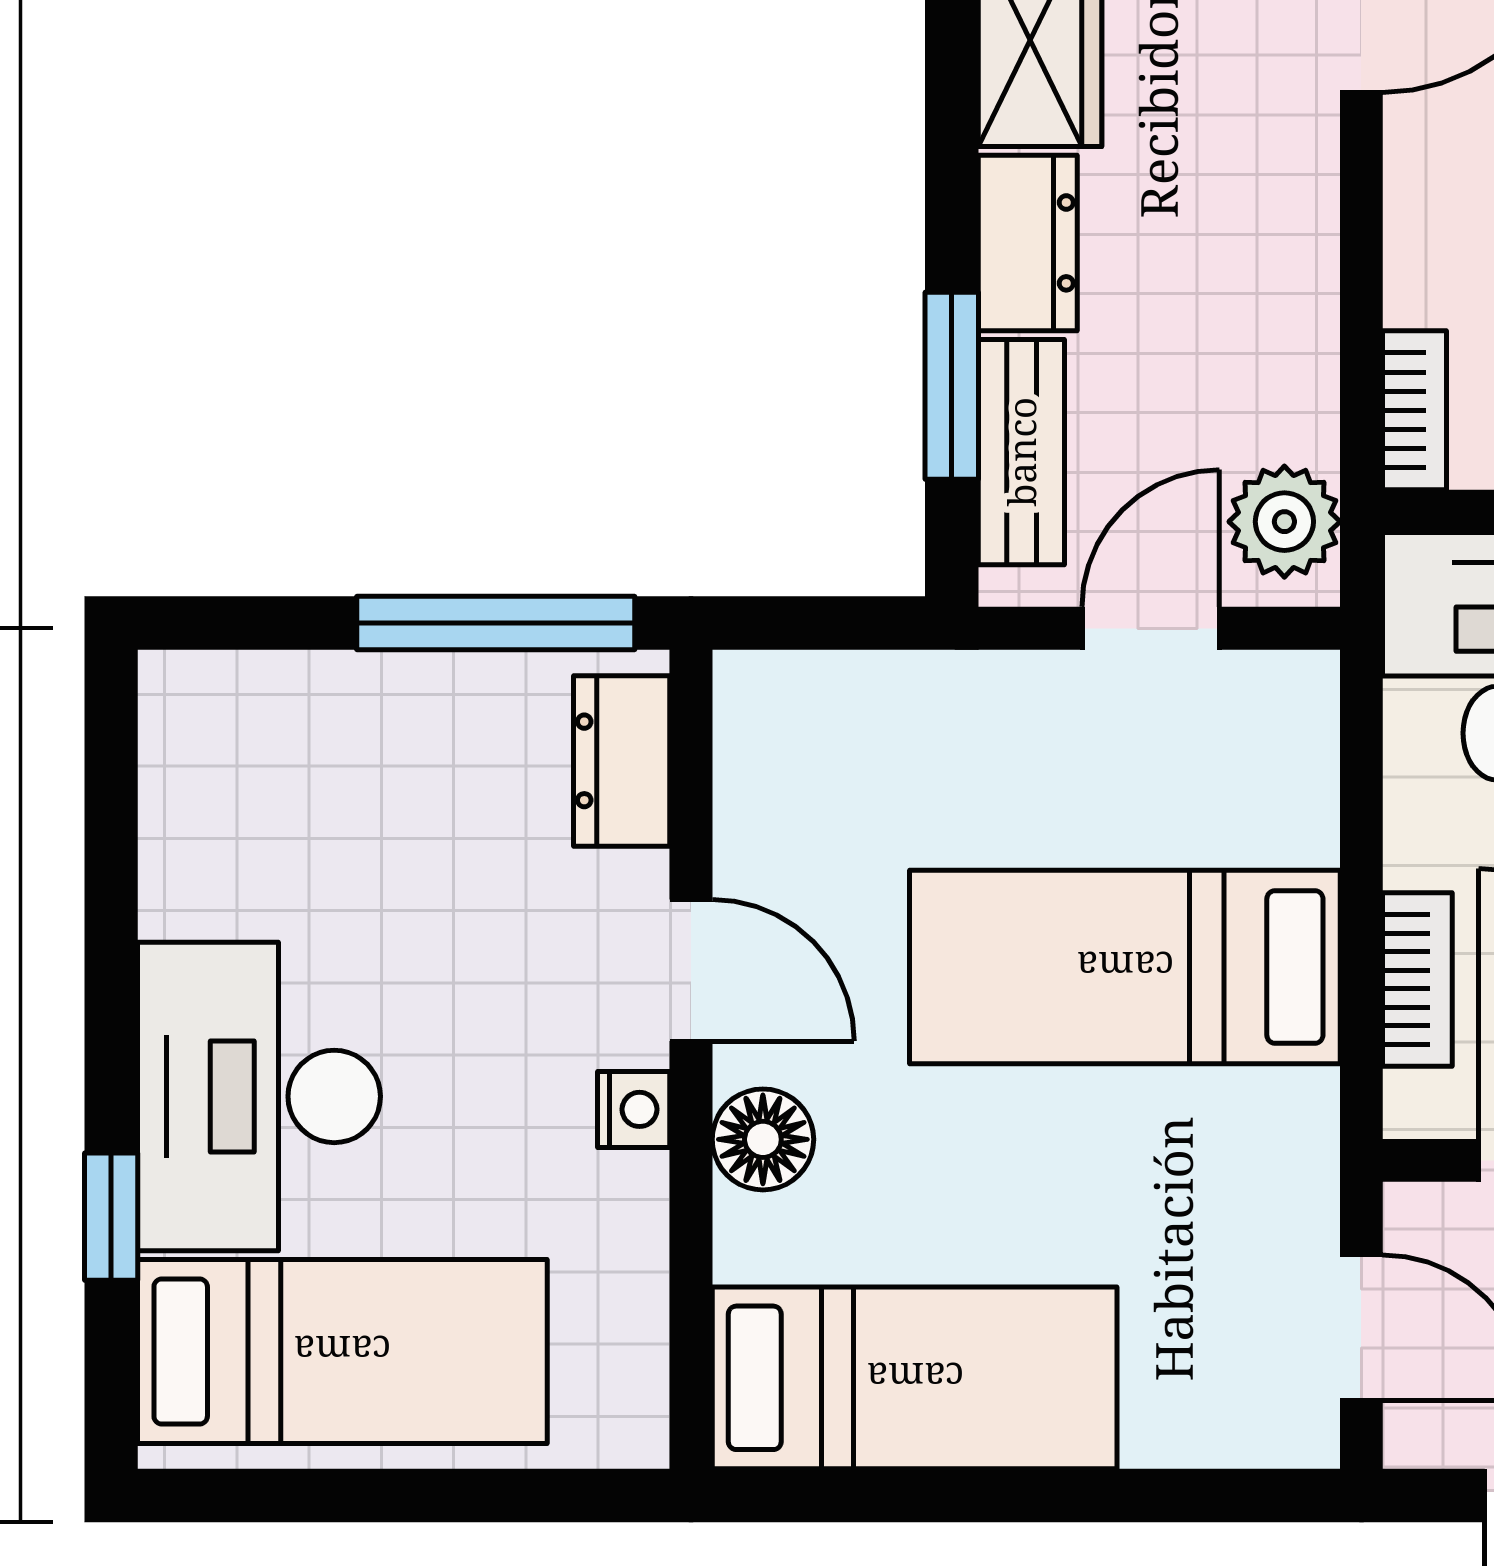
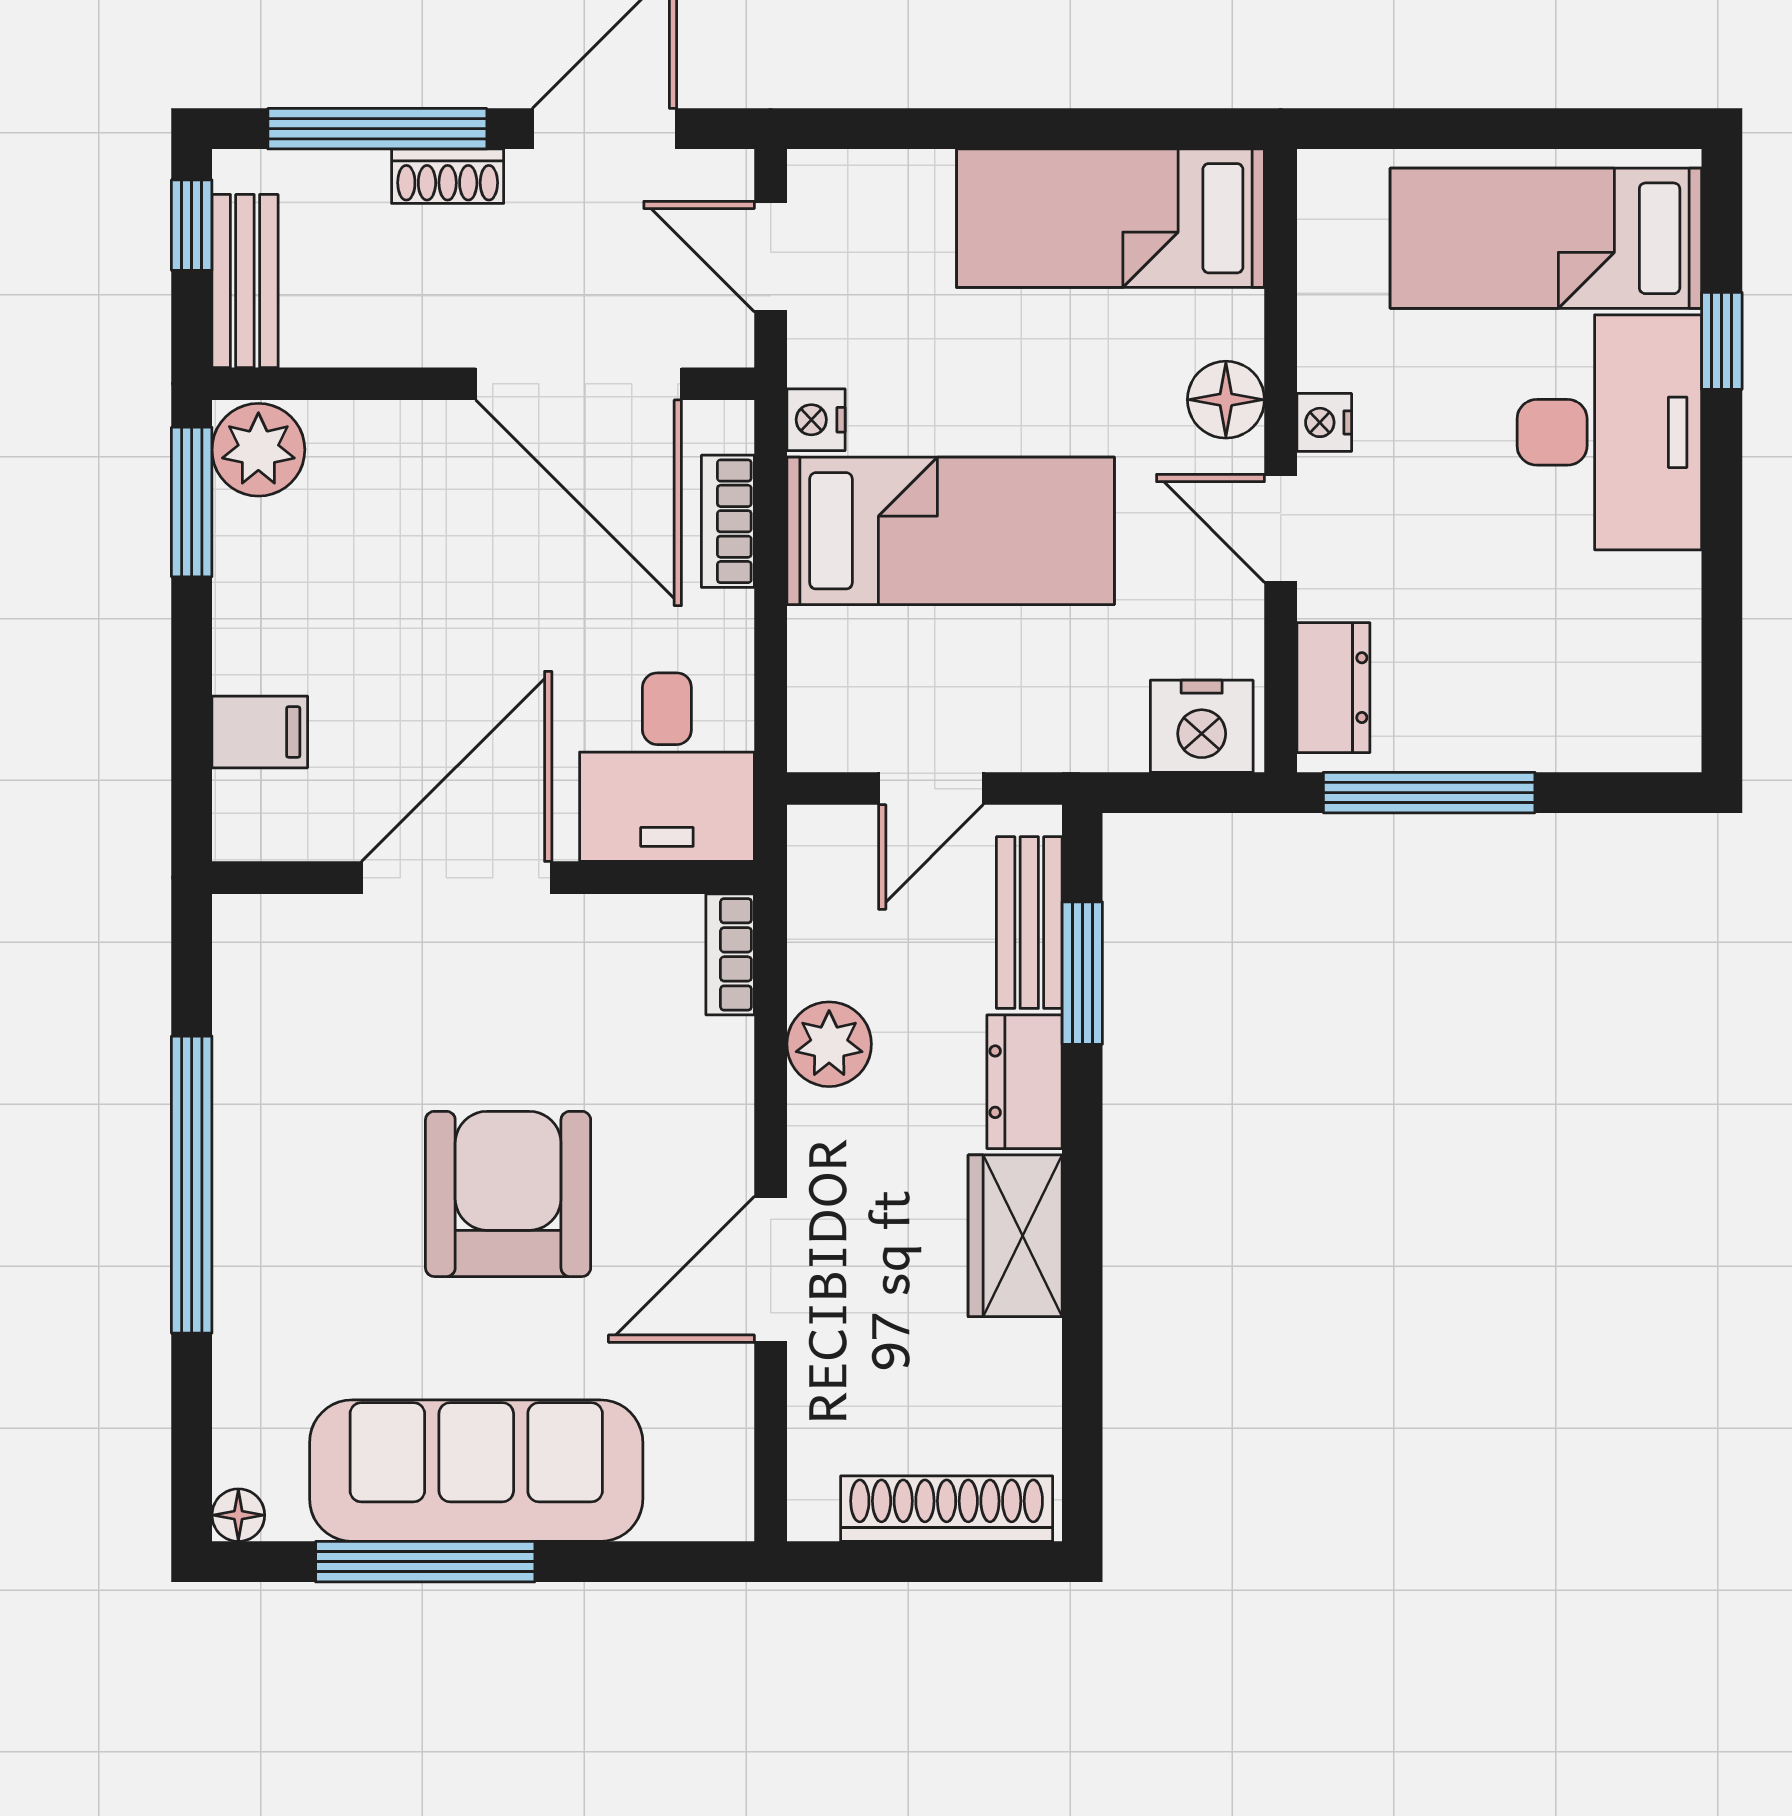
plant: (1284, 522) -> (829, 1044), moved
nightstand: (795, 710) -> (1202, 726), added
nightstand: (1302, 1113) -> (816, 420), added

